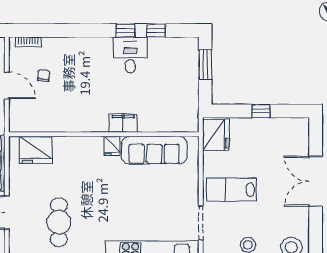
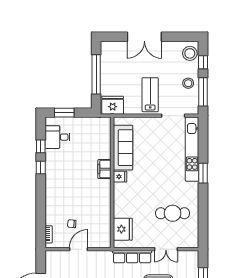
desk: (130, 55) -> (58, 137), moved
window: (261, 111) -> (96, 74), width x3.17
lab bench: (231, 190) -> (150, 95), turned 180

